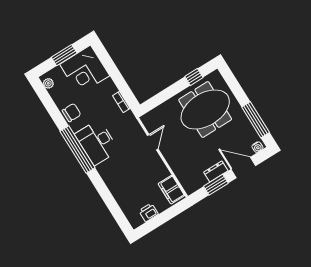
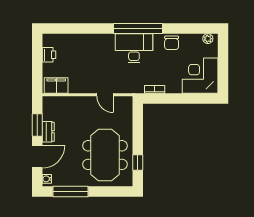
window: (64, 55) -> (223, 66), removed

